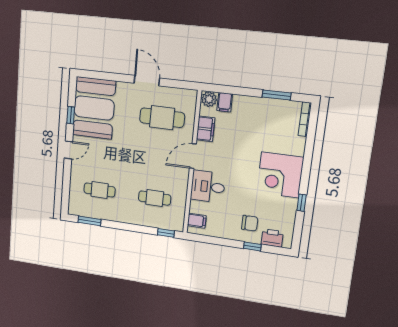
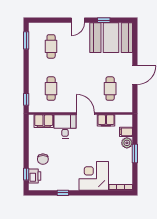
window: (277, 95) -> (135, 154), moved
plant: (209, 99) -> (127, 143), moved
cafe table: (162, 118) -> (110, 89), width x0.73, depth x0.74
door: (68, 150) -> (78, 20), hinge flipped
corner desk: (280, 175) -> (94, 176), moved
filing cabinet: (197, 221) -> (44, 121), width x2.00
window: (252, 246) -> (26, 174), moved

